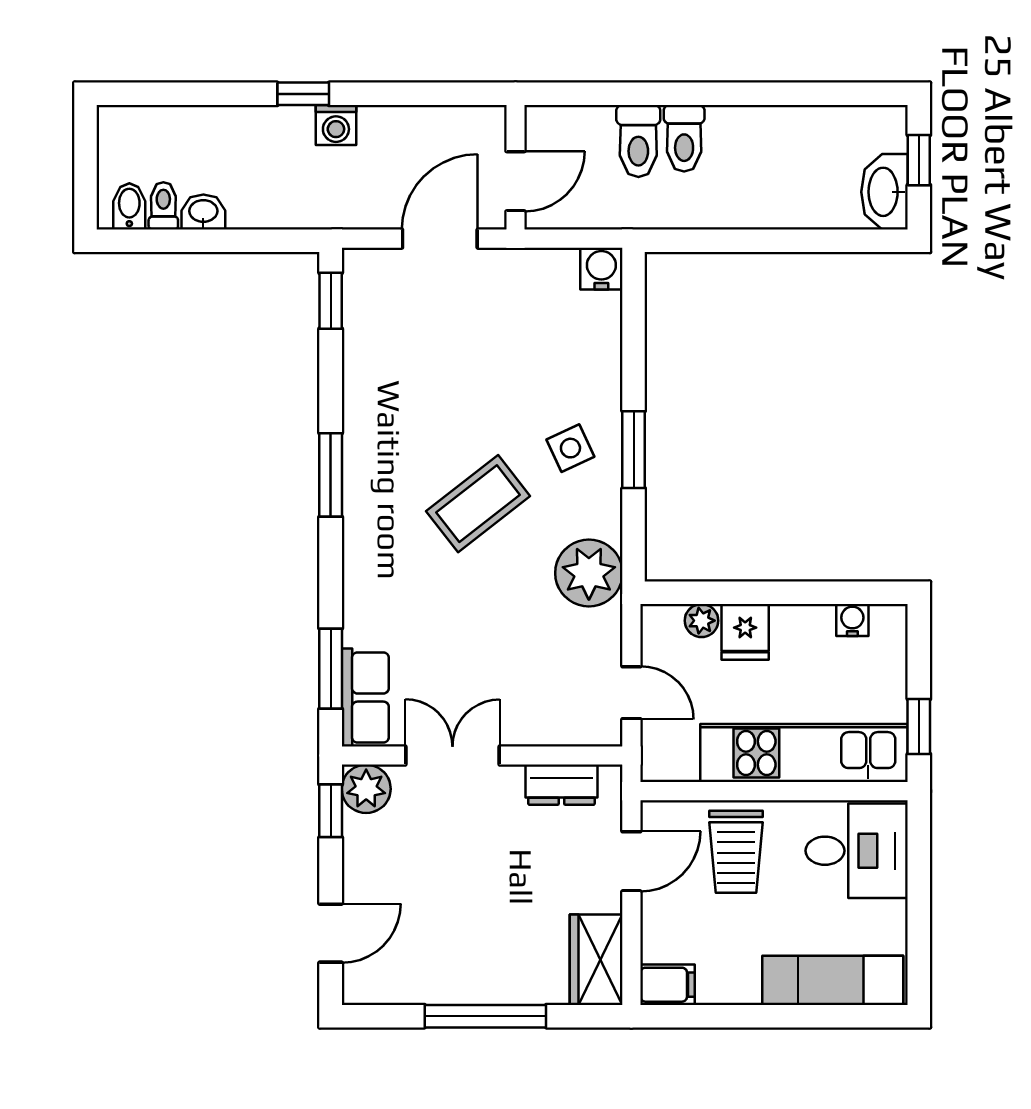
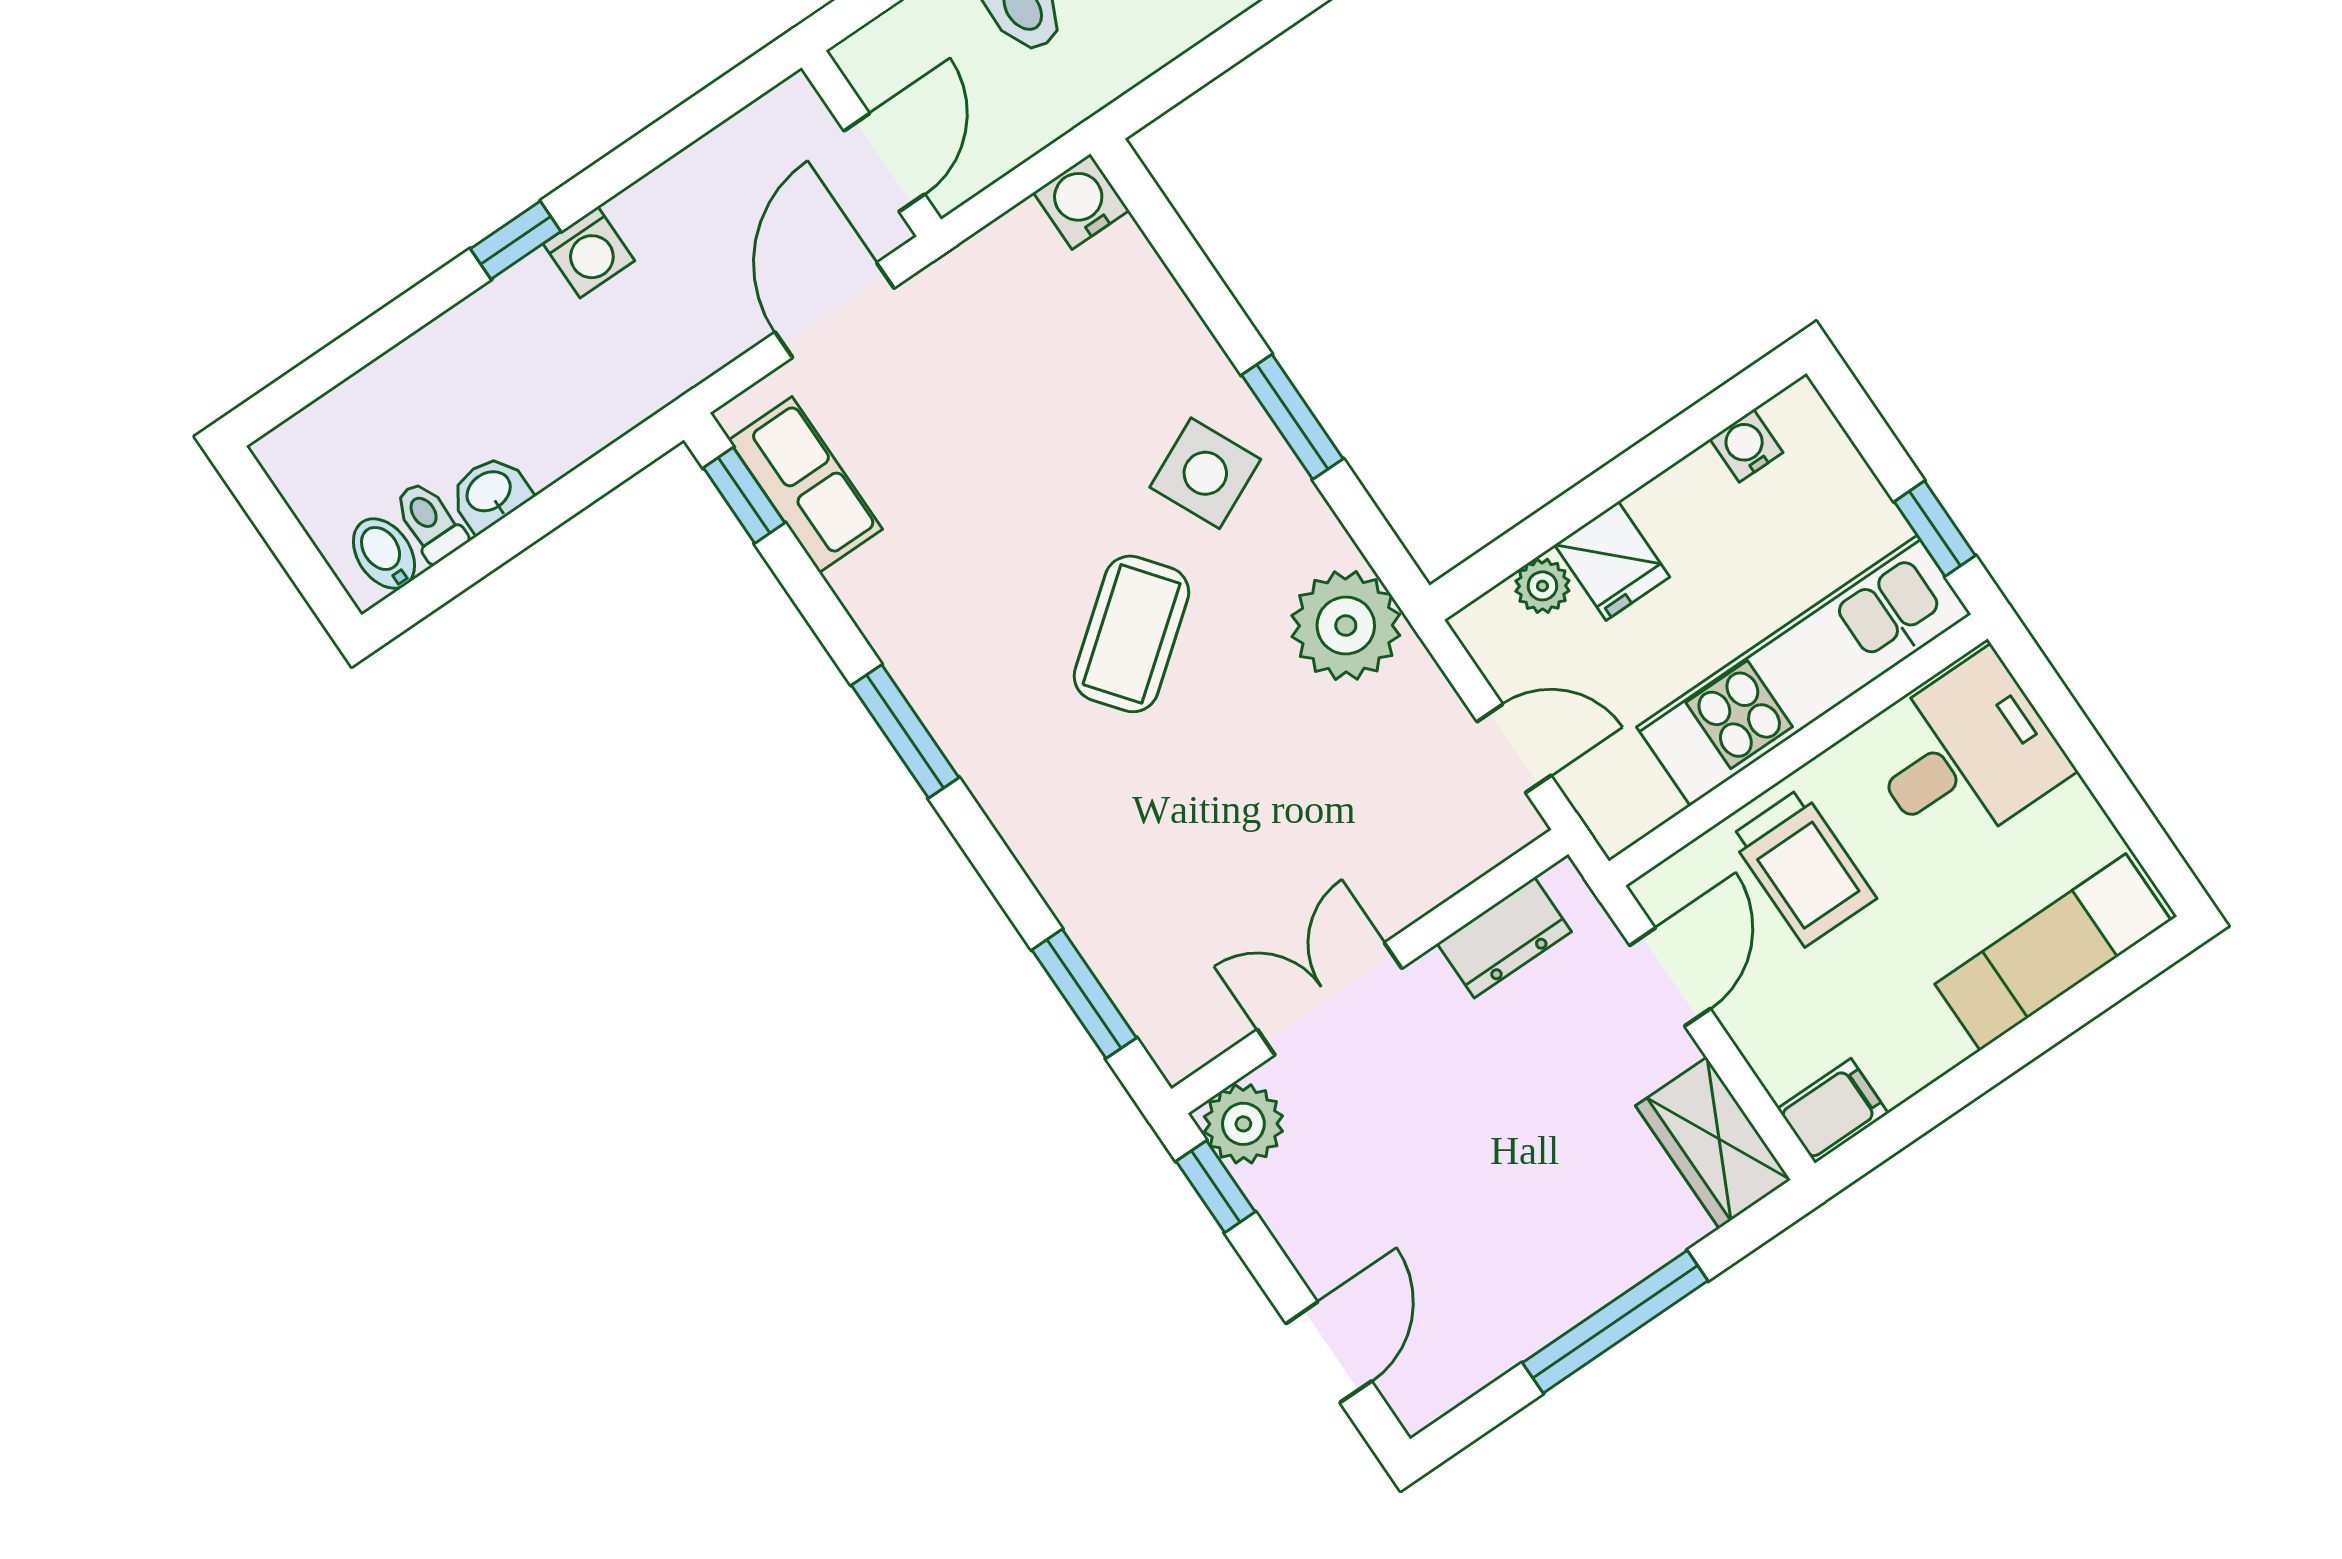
side table: (570, 448) -> (1205, 473), width x1.37, depth x1.37
row of seats: (365, 698) -> (806, 485), moved

